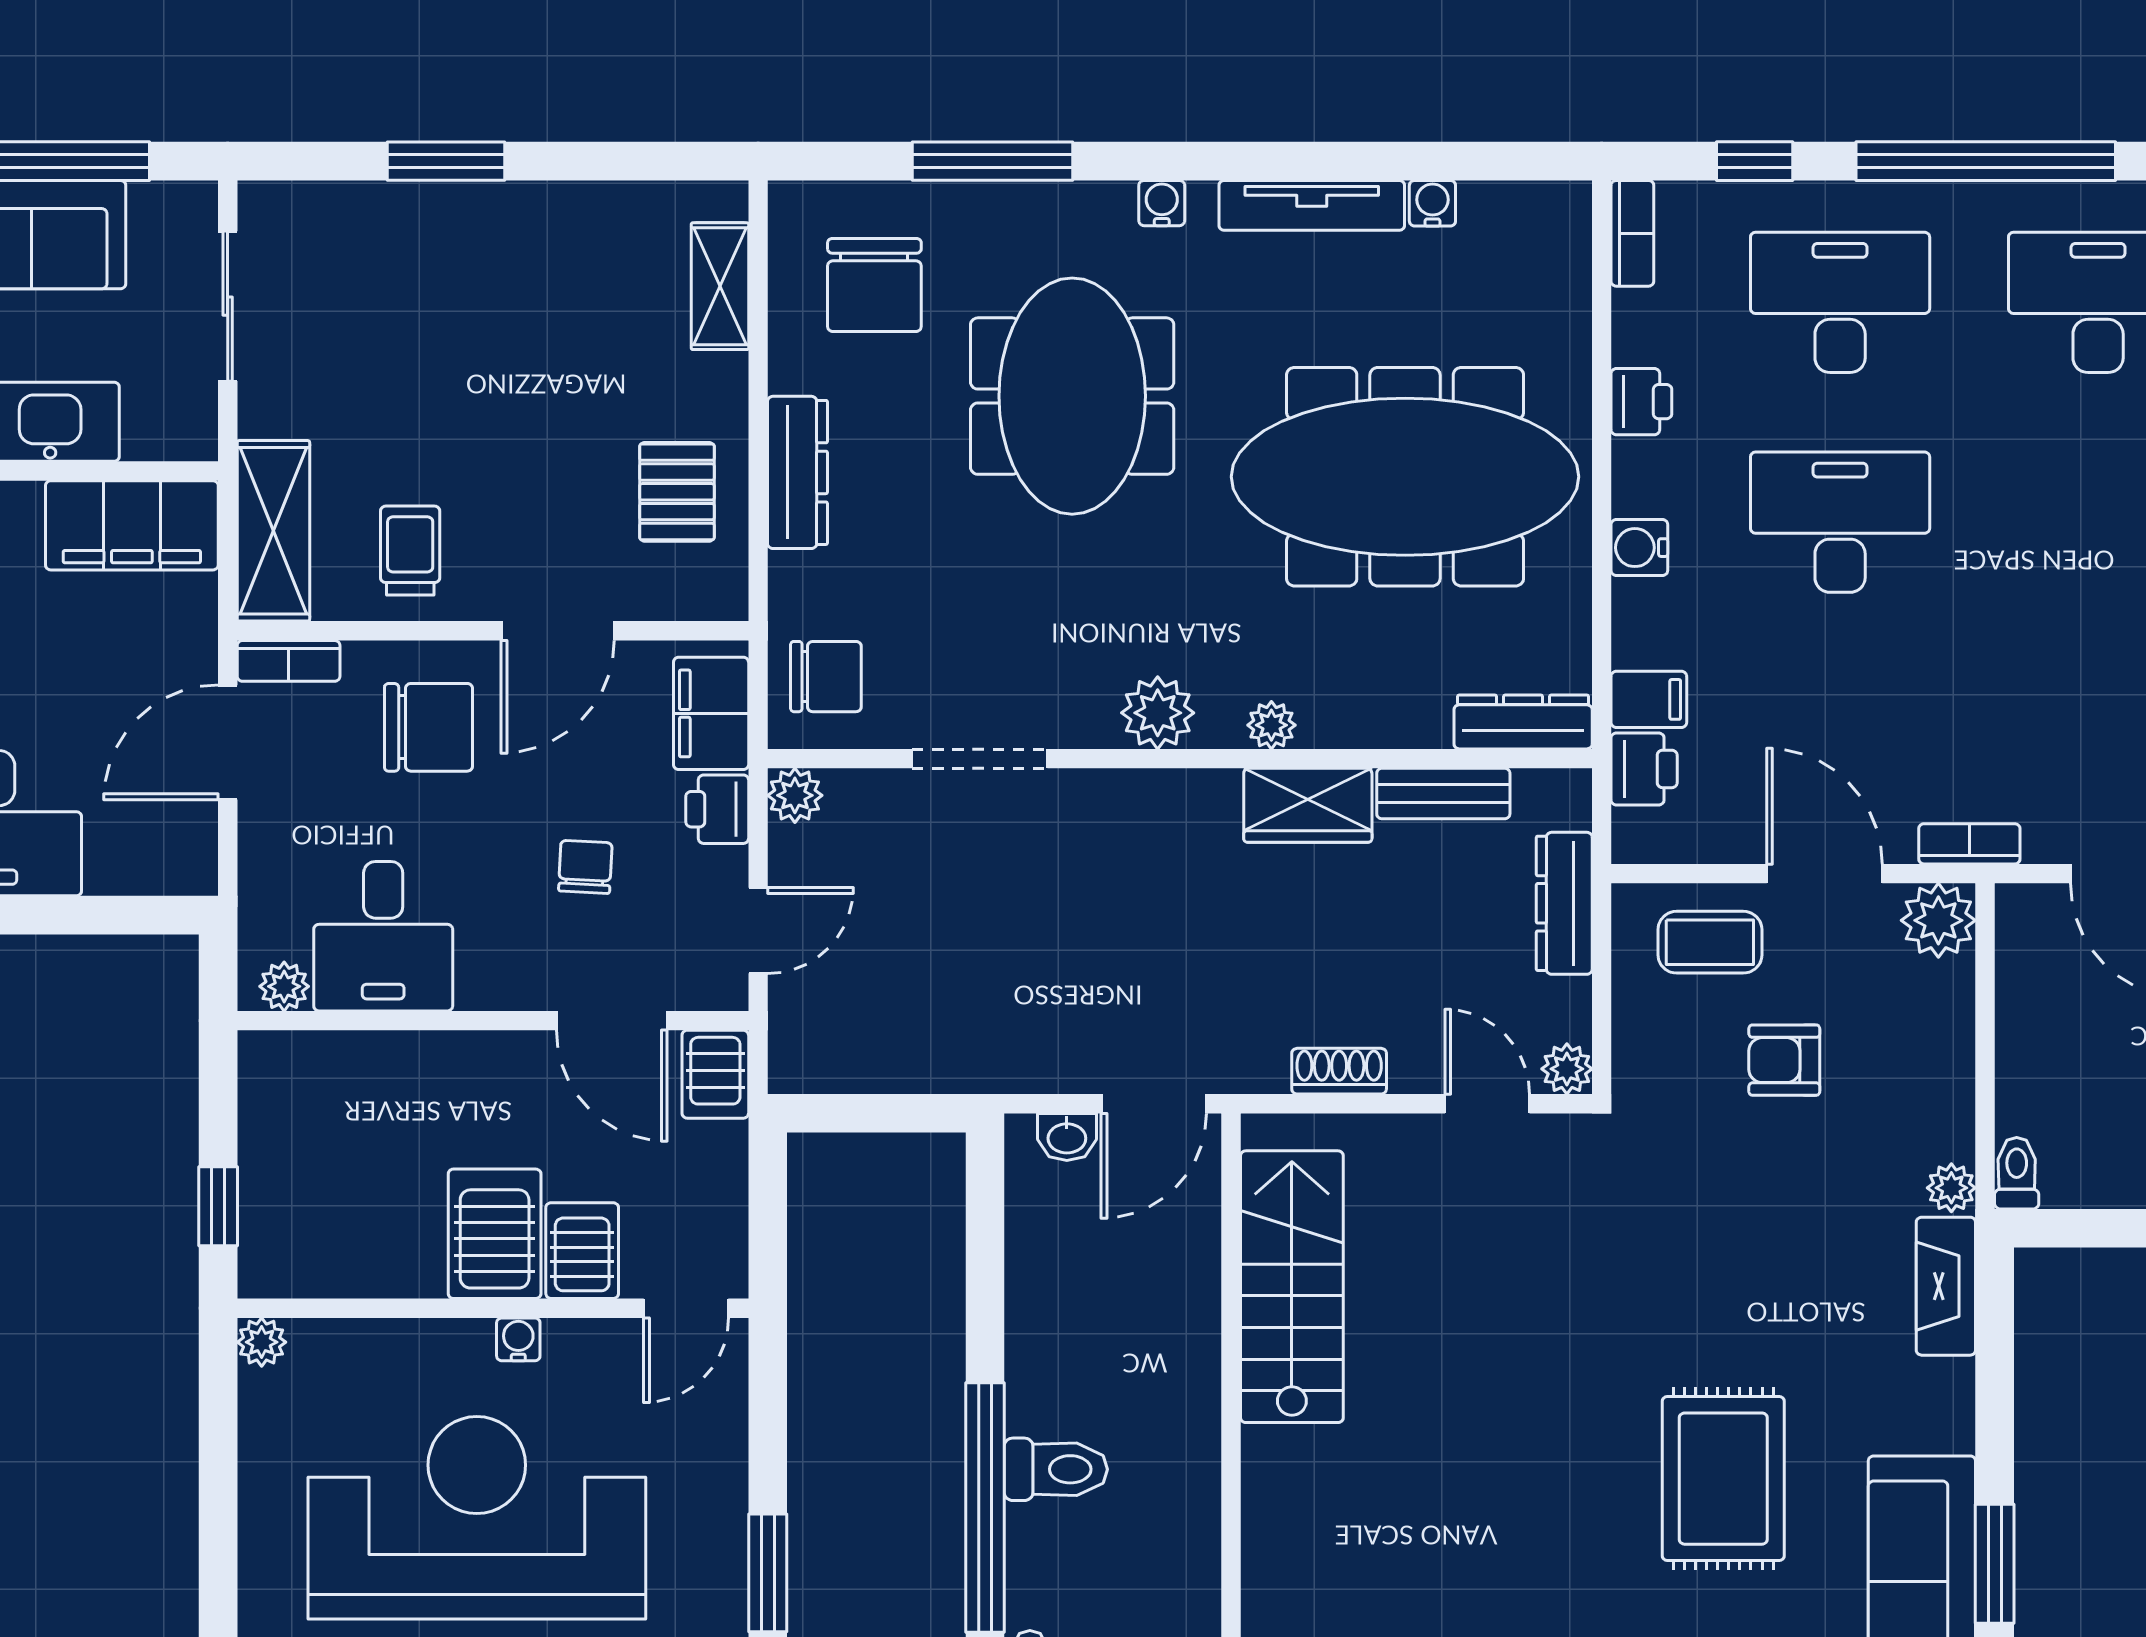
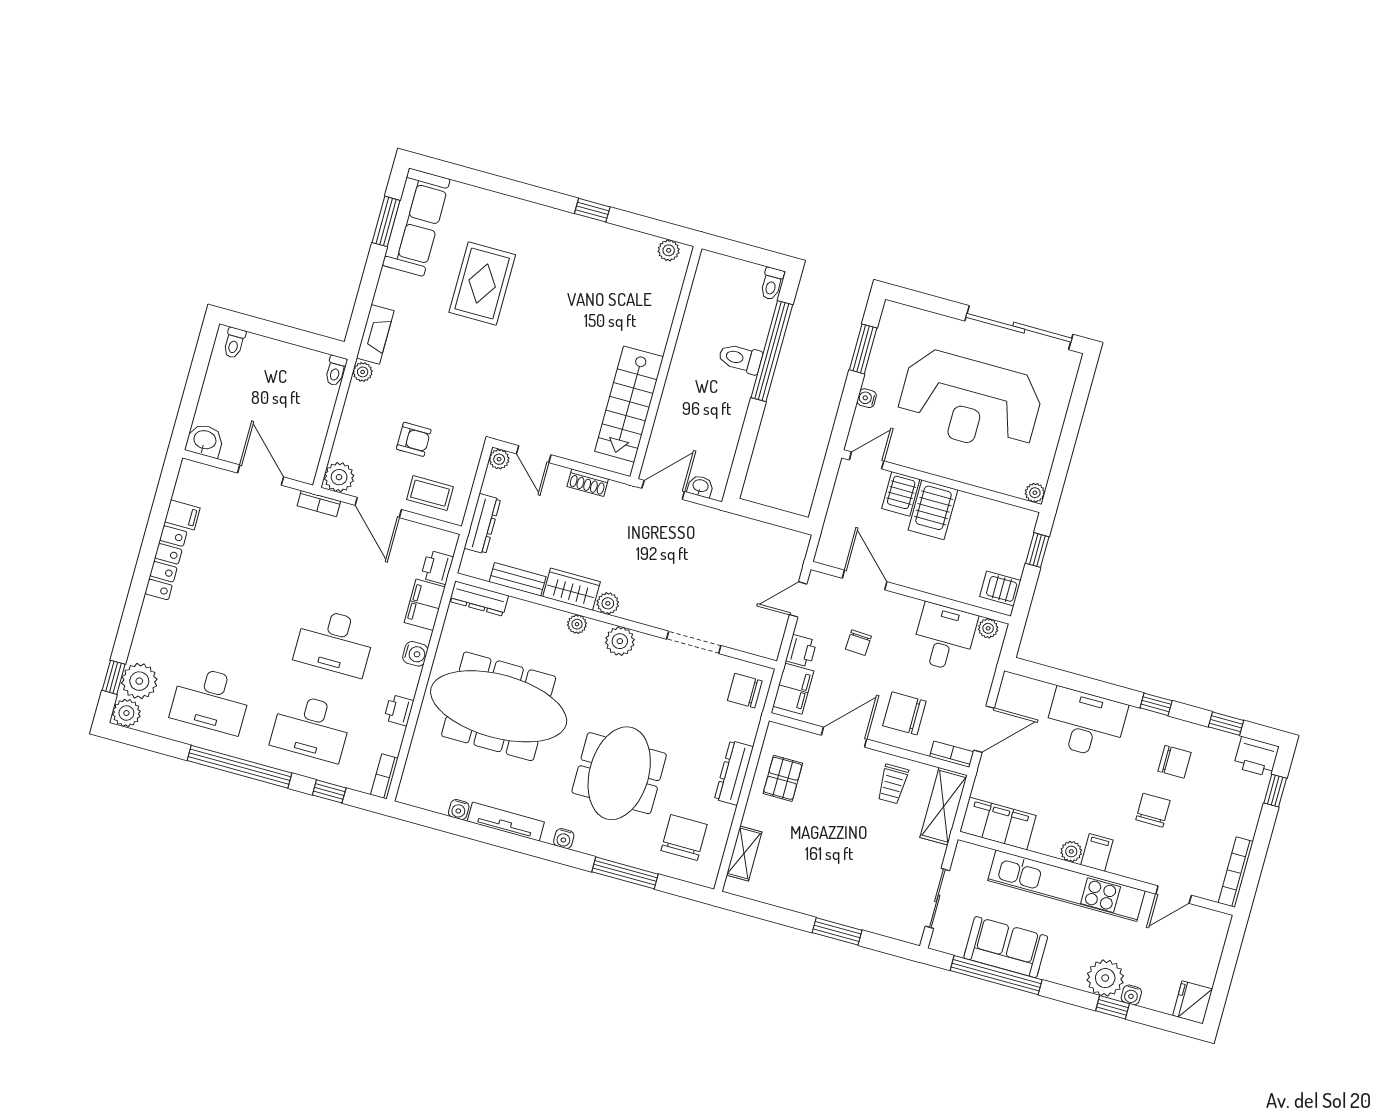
filing cabinet: (1649, 699) -> (425, 605), width x2.00
plant: (795, 795) -> (608, 603), moved
server rack: (715, 1074) -> (1000, 588), moved, turned -90
water cooler: (518, 1339) -> (867, 398), moved, turned 90

